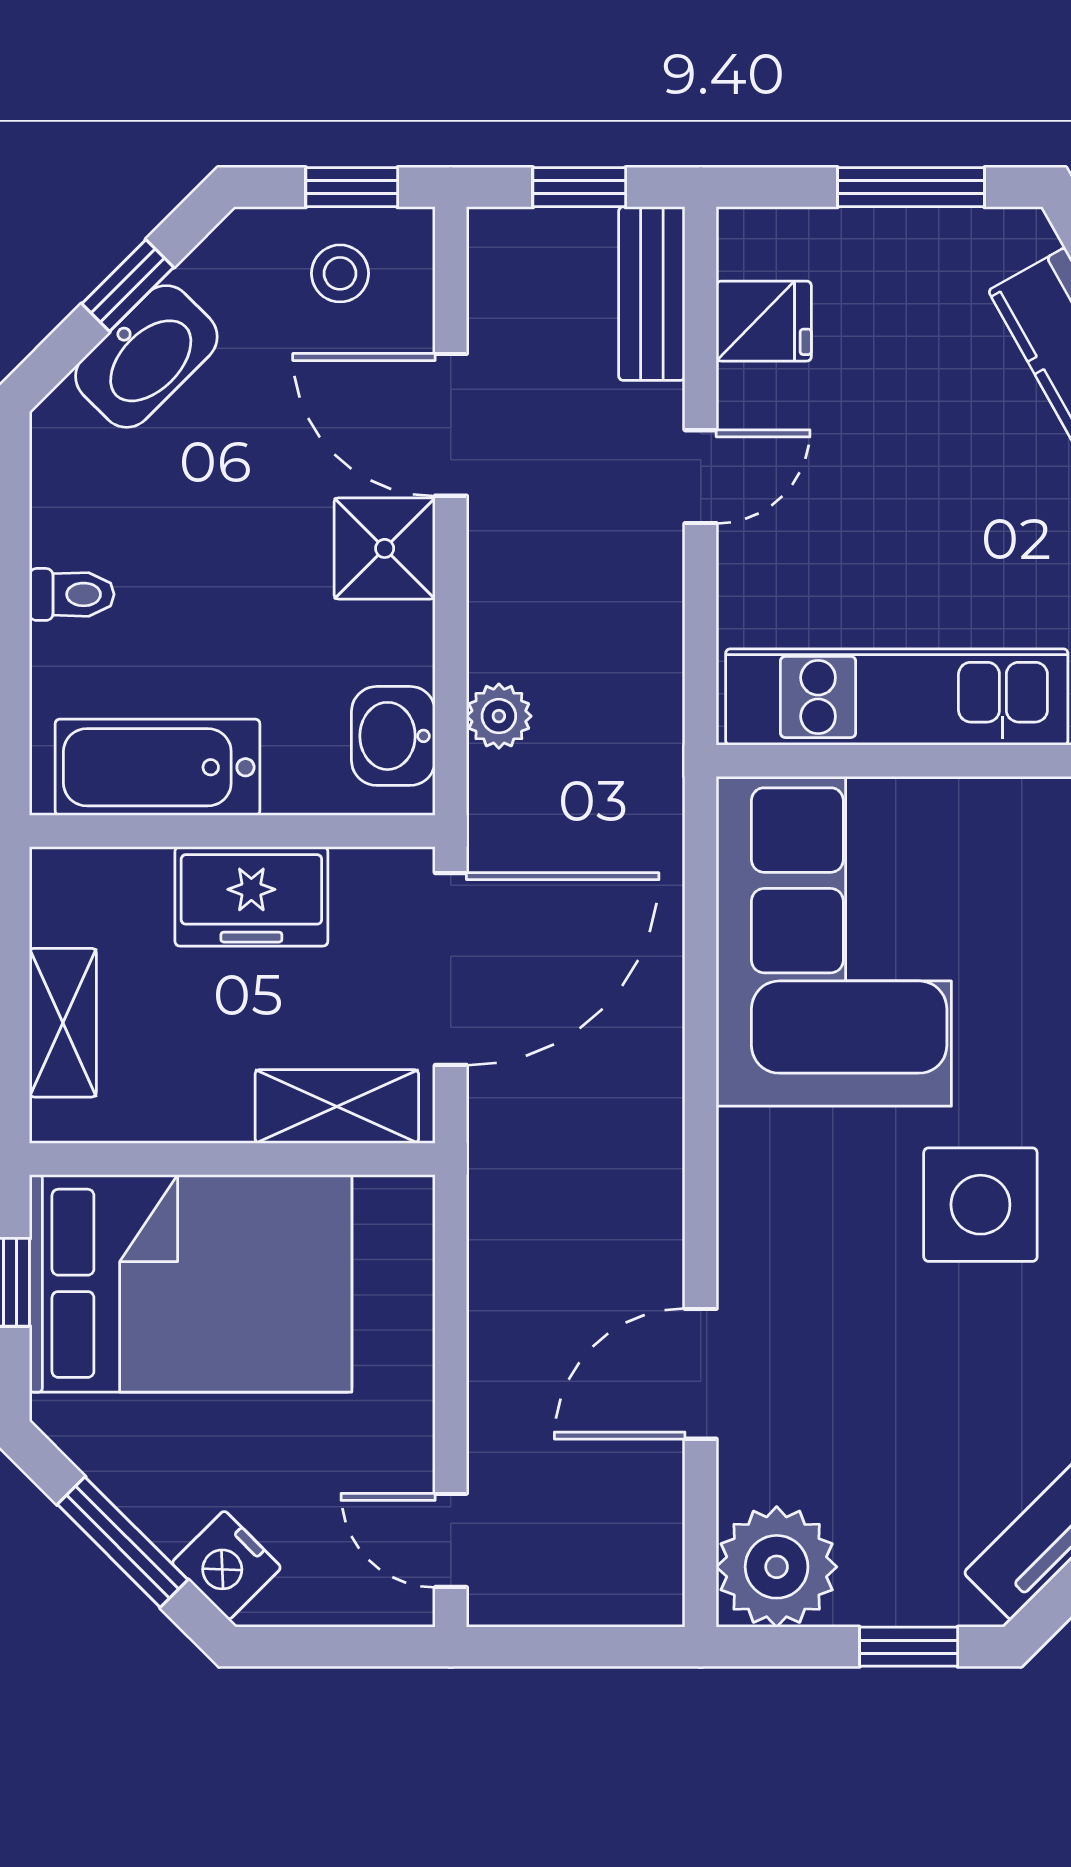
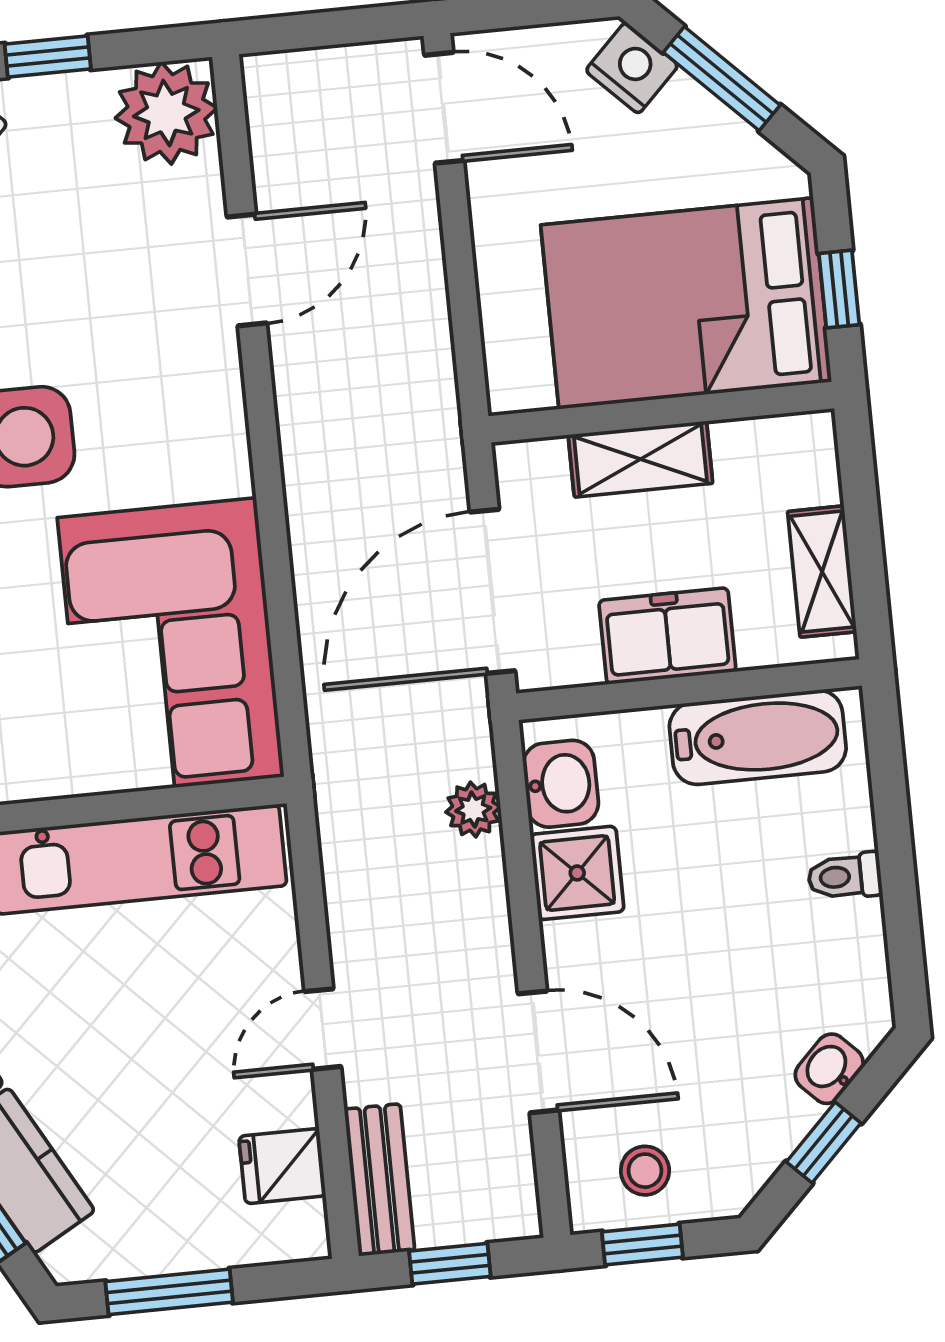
washbasin: (146, 356) -> (829, 1069), width x0.52, depth x0.69
shower: (385, 548) -> (577, 873), moved
shelving: (63, 1023) -> (822, 572), moved
shelving: (337, 1106) -> (640, 459), moved
door: (451, 1540) -> (444, 108), width x1.38

